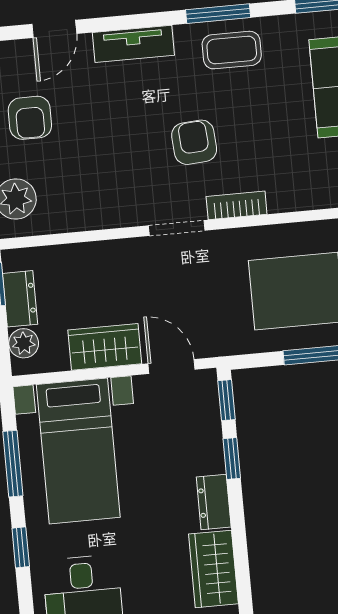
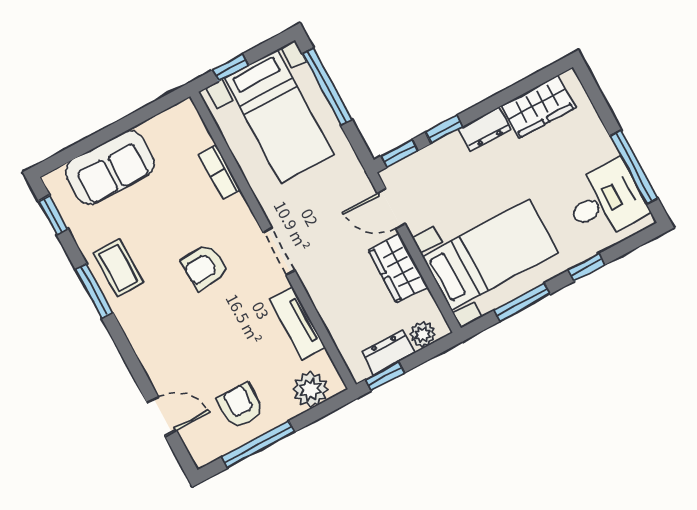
tv unit: (133, 44) -> (298, 323), moved, turned 180
armchair: (30, 118) -> (241, 406), turned -90
bookcase: (237, 205) -> (219, 172), moved
door: (171, 367) -> (391, 209), hinge flipped

